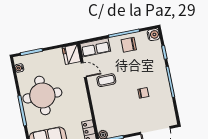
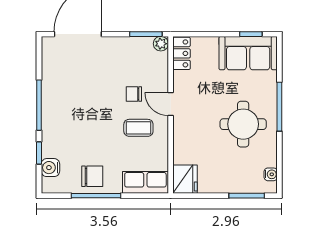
water cooler: (154, 35) -> (50, 168), moved
door: (84, 70) -> (171, 104), moved
chair: (143, 93) -> (134, 94), moved
round table: (42, 95) -> (243, 124), width x0.73, depth x0.73

